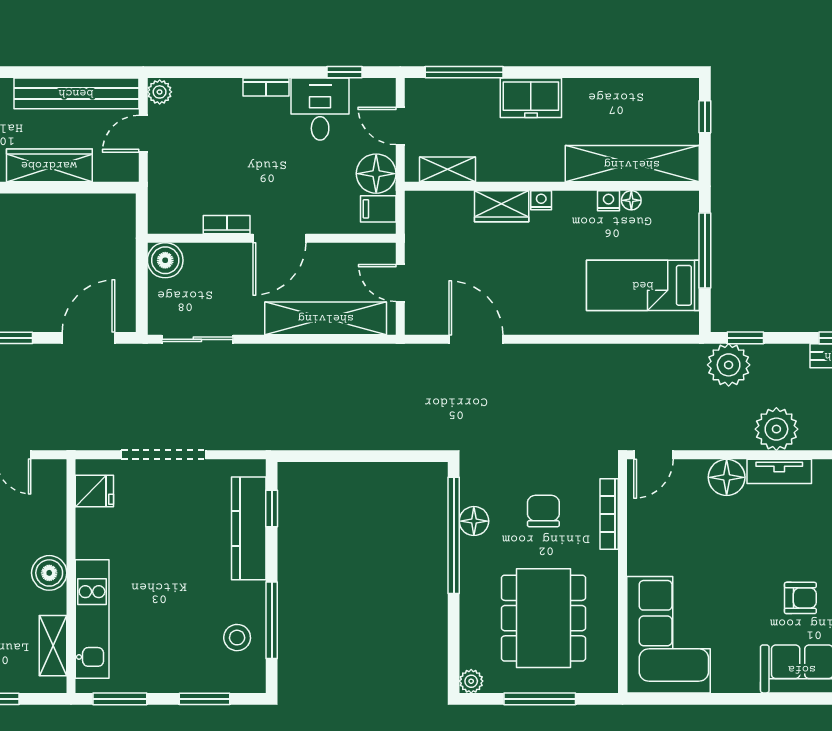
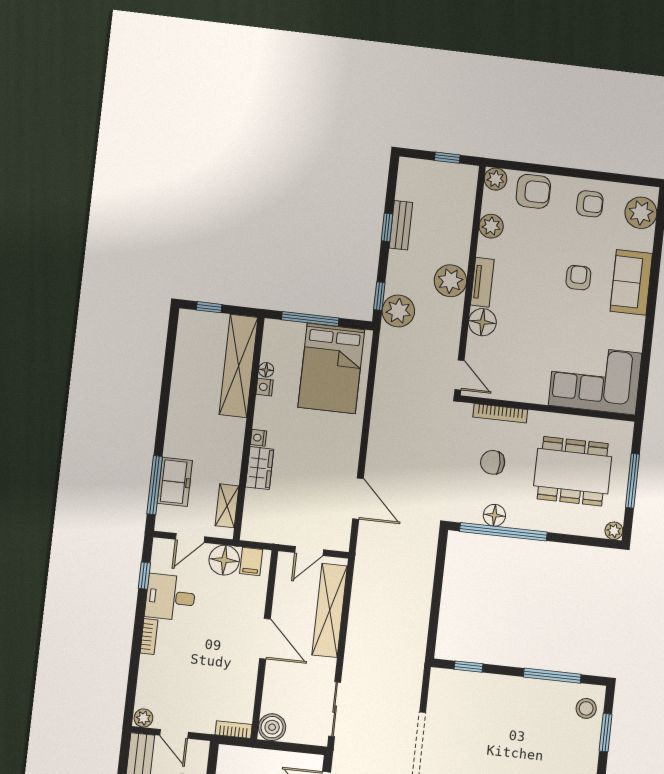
freezer: (531, 98) -> (175, 482), moved
bookcase: (227, 225) -> (234, 730), moved, turned 90
bed: (643, 285) -> (331, 368), width x1.50
door: (476, 339) -> (358, 499), swing flipped
kitchen counter: (249, 528) -> (482, 686), removed
stool: (237, 638) -> (586, 708), moved

